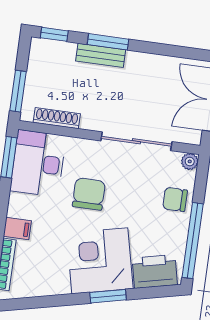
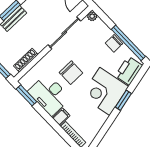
desk: (38, 163) -> (49, 95), moved
chair: (89, 194) -> (71, 73), turned 180
chair: (175, 199) -> (114, 43), moved

